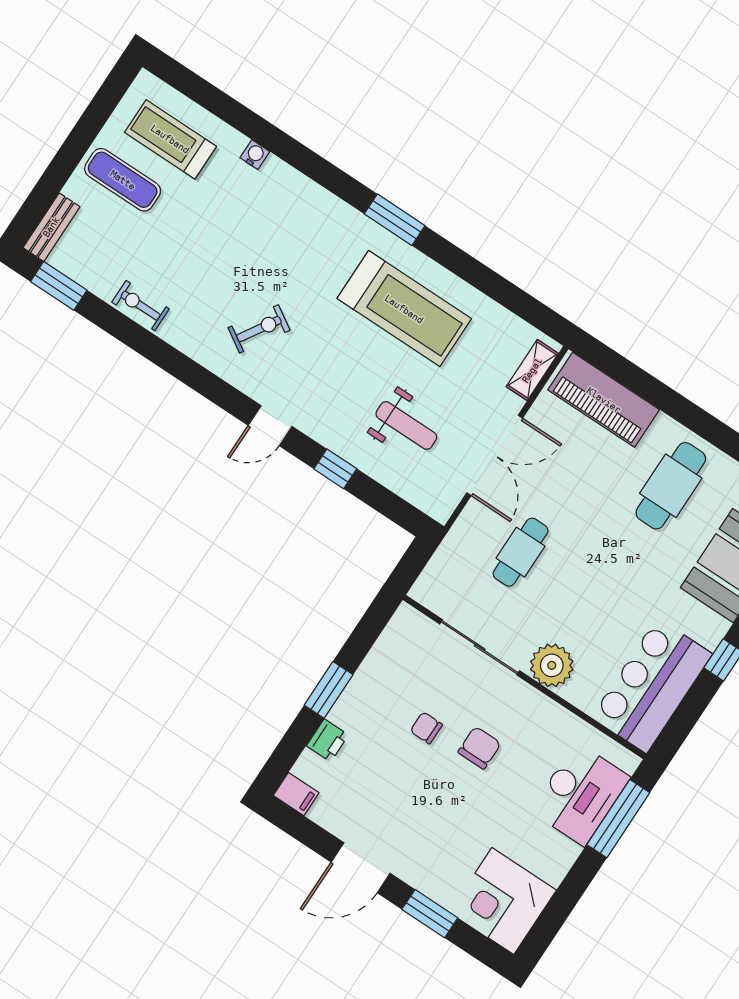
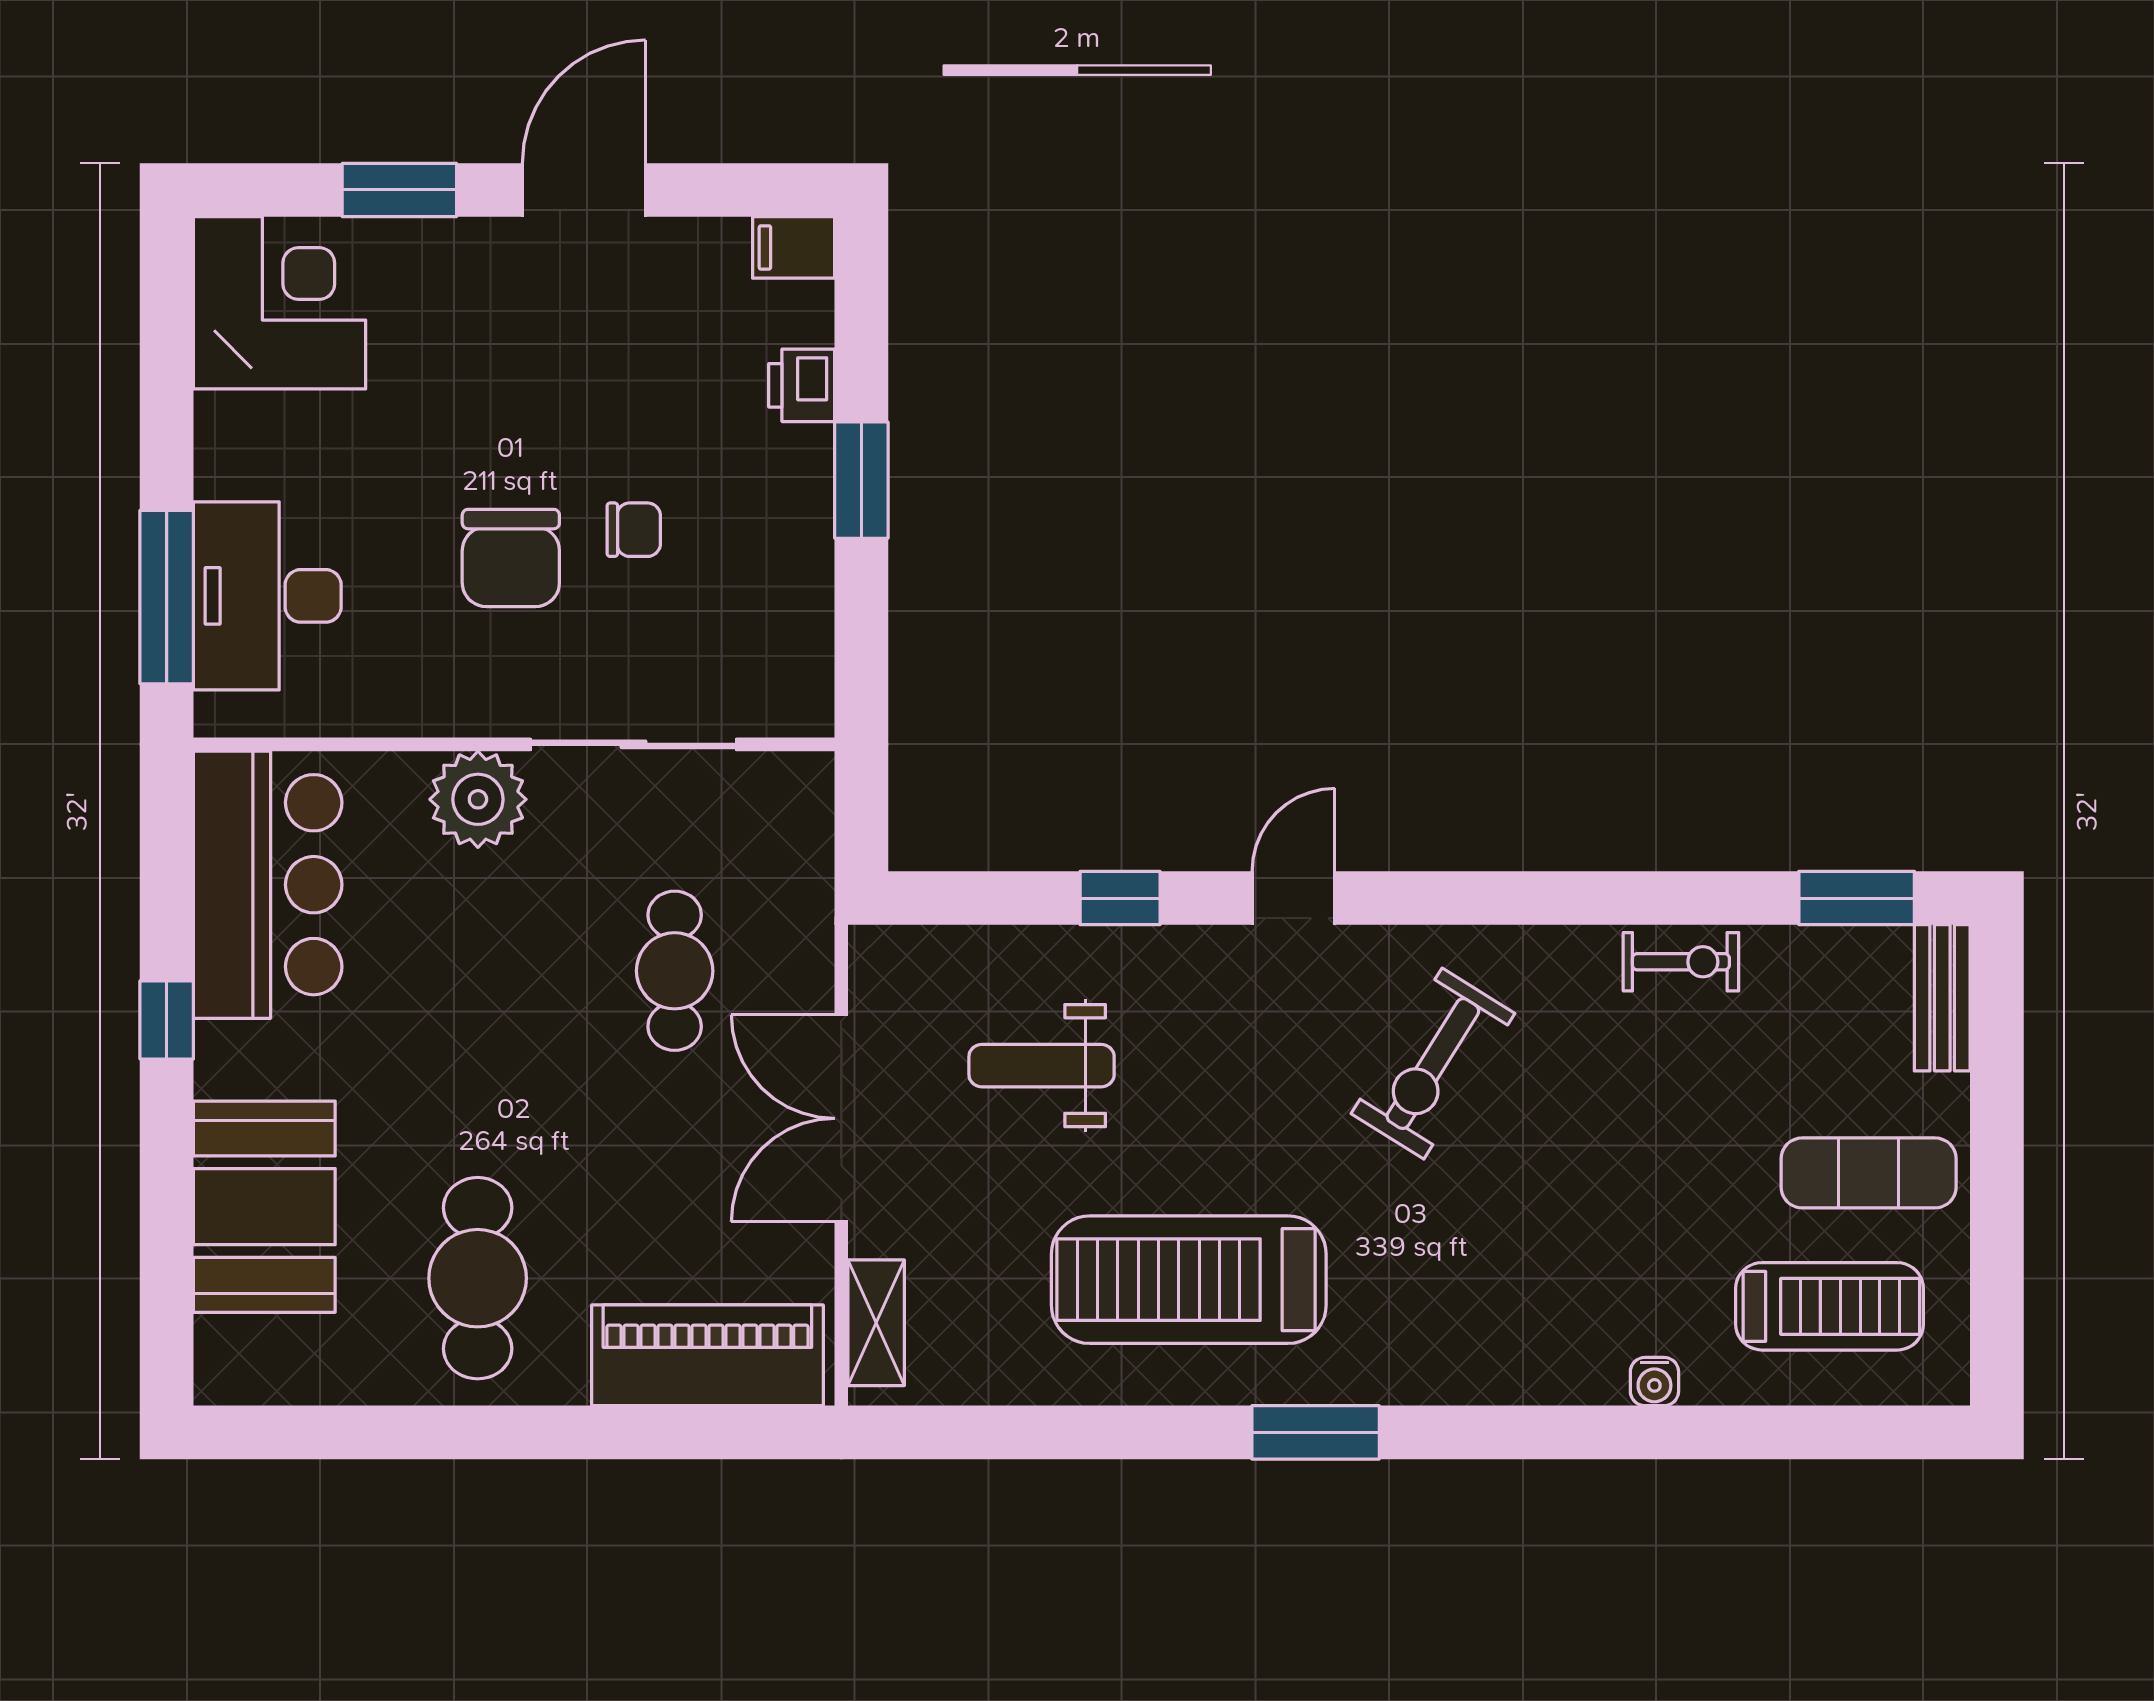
exercise bike: (259, 329) -> (1433, 1064), width x1.38, depth x1.39
chair: (479, 748) -> (511, 558), width x1.37, depth x1.37

